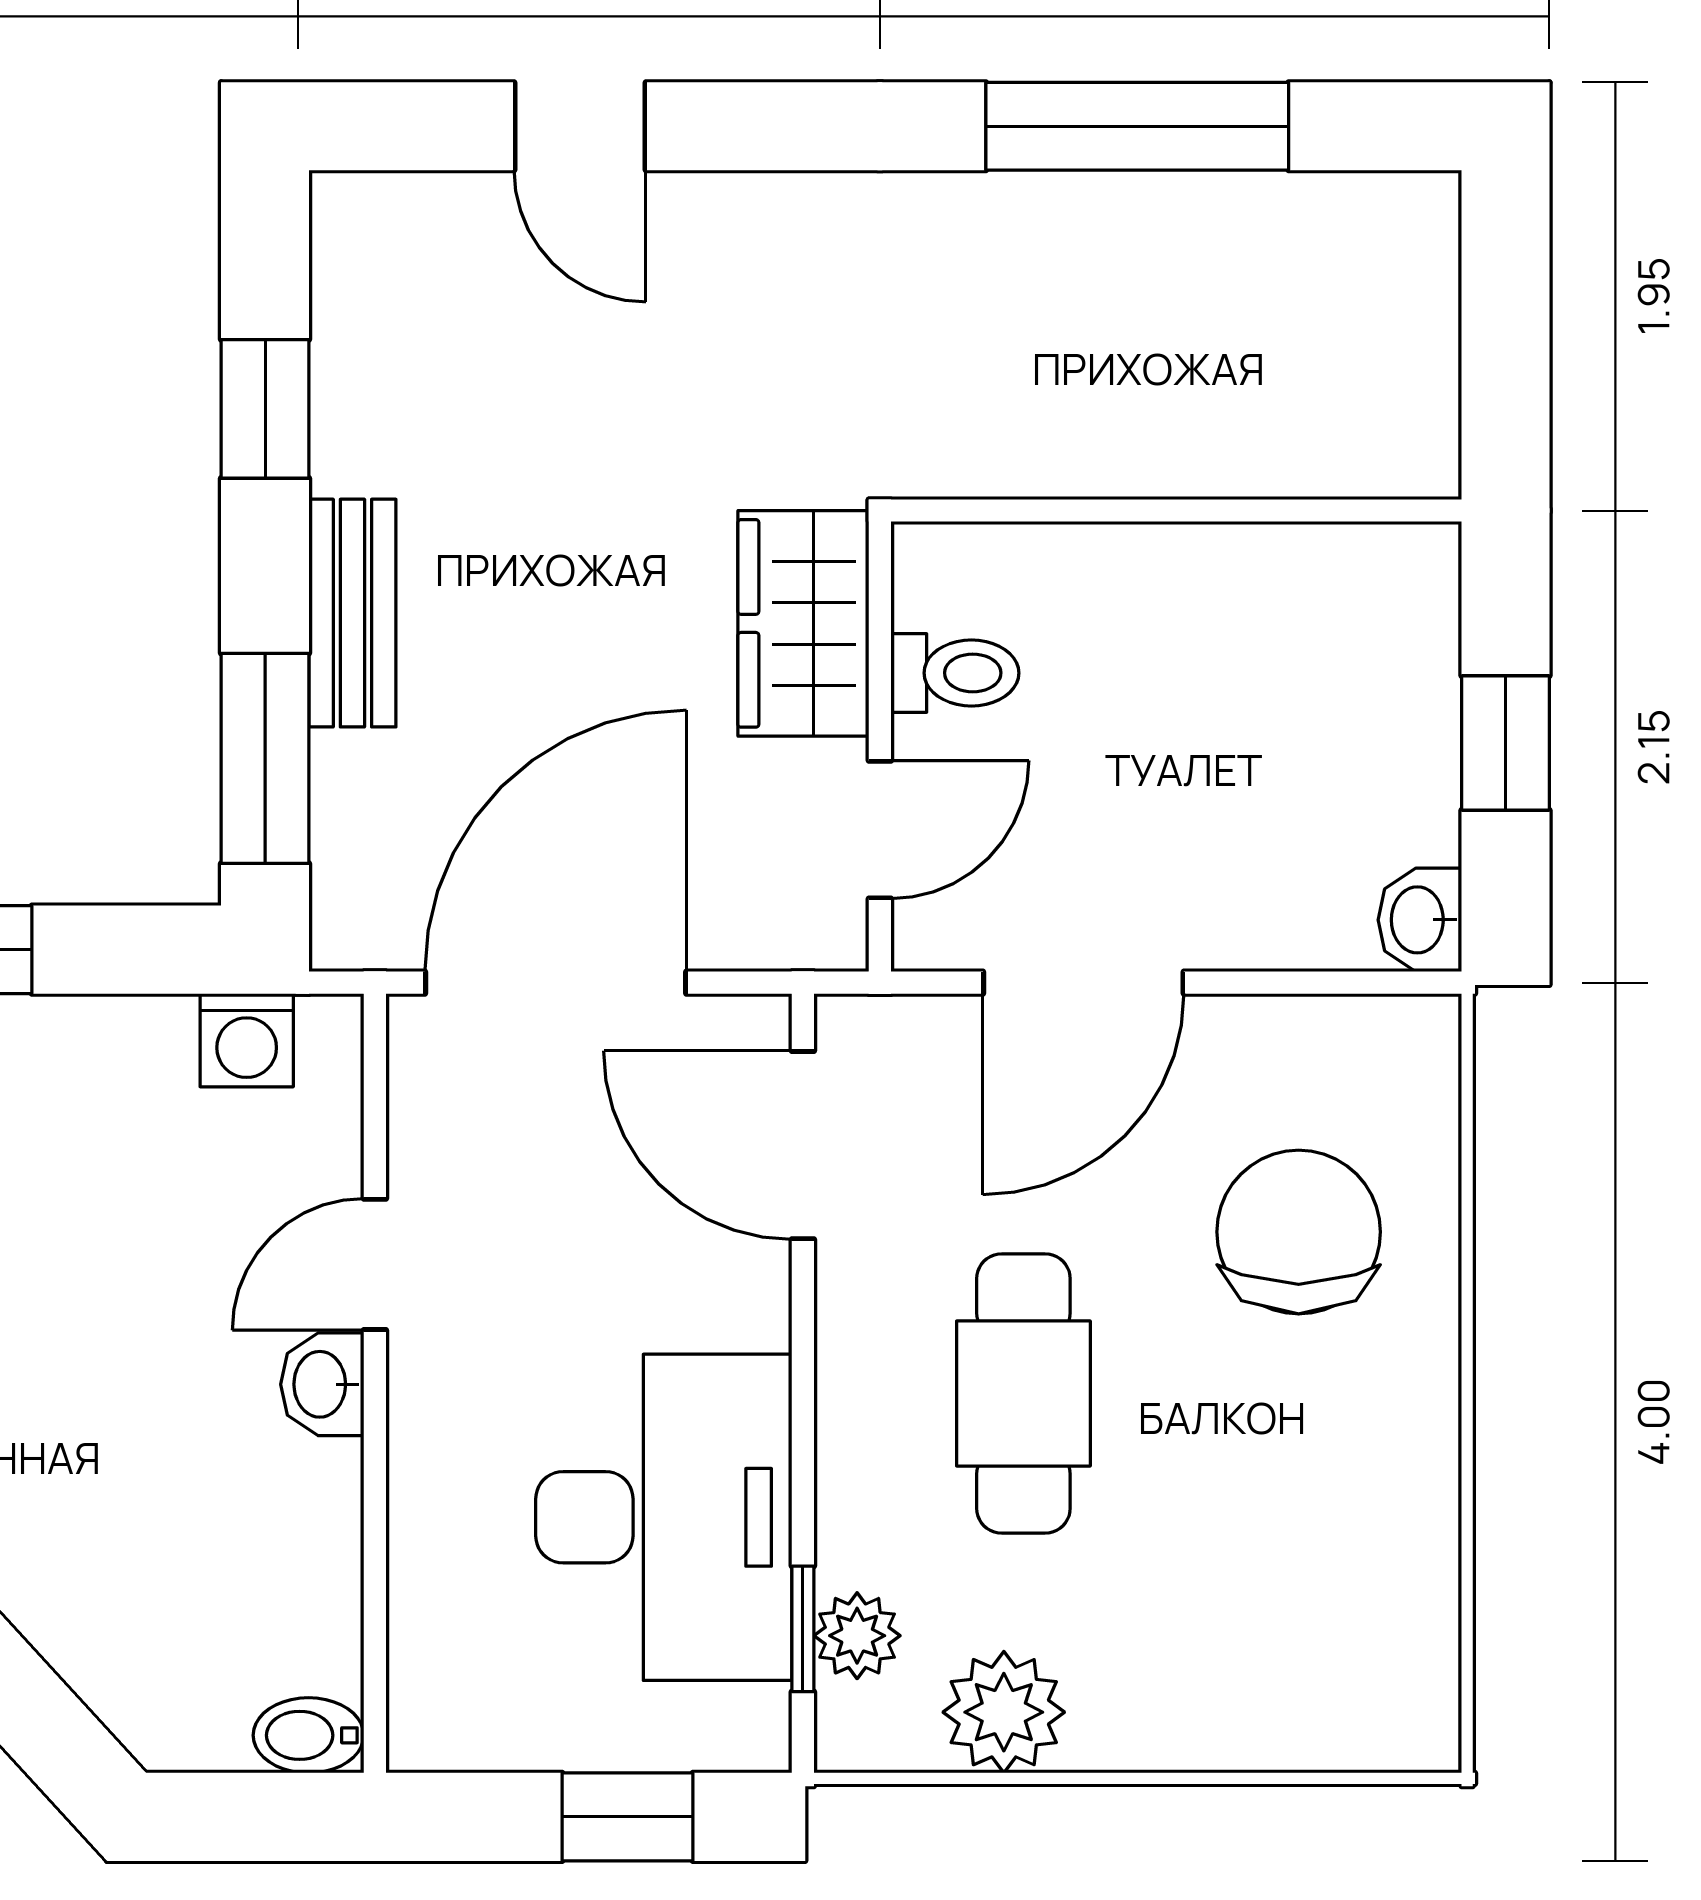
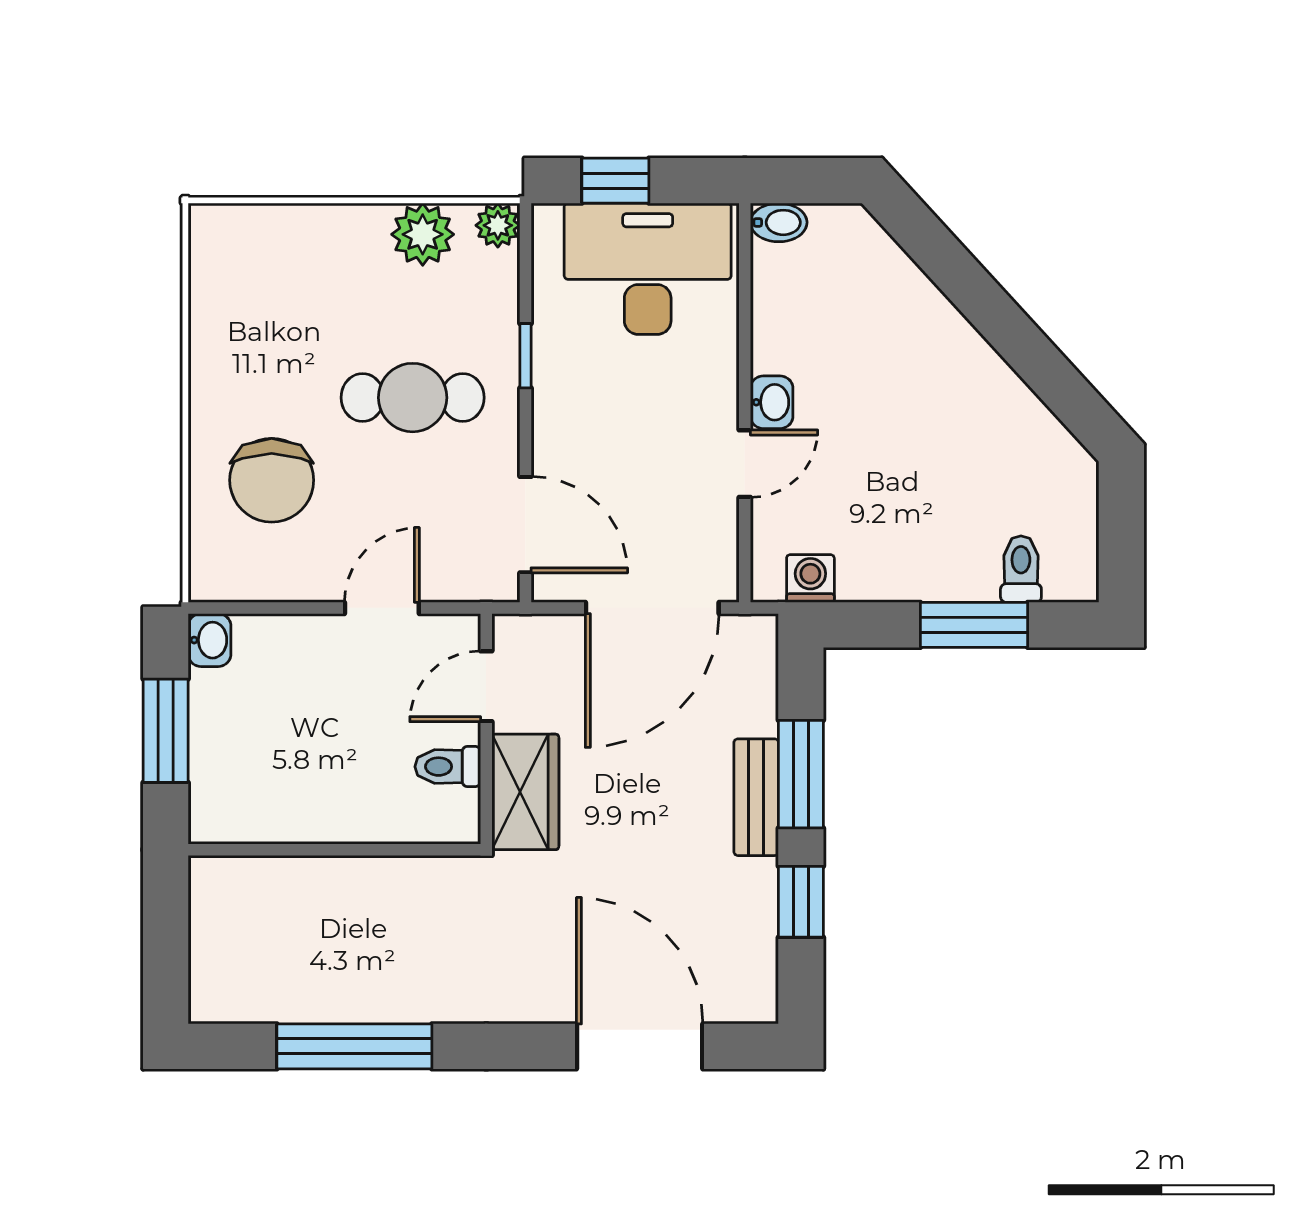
door: (580, 126) -> (640, 1046), width x1.88
window: (1506, 743) -> (166, 731), width x1.50
window: (265, 758) -> (801, 774), moved
door: (1083, 983) -> (382, 608), width x0.73
cafe table: (1023, 1393) -> (413, 398), turned 90
desk: (664, 1517) -> (648, 269), moved, turned 90
window: (803, 1629) -> (525, 356), moved
plant: (857, 1636) -> (498, 225), moved

